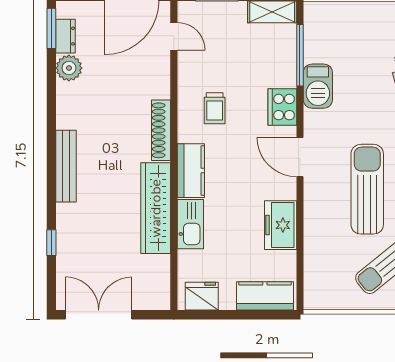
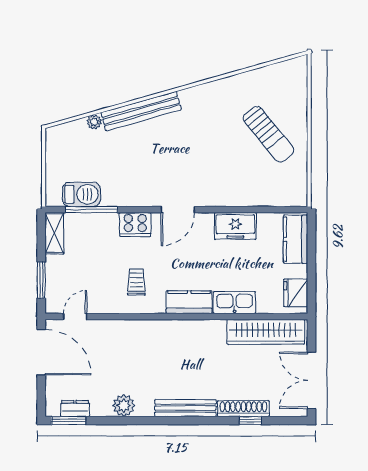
plant: (69, 68) -> (124, 406), moved
barbecue: (318, 86) -> (81, 194), moved
trolley: (215, 108) -> (136, 282), turned -90
shoe rack: (161, 130) -> (243, 409), moved, turned 180
sun lounger: (367, 189) -> (205, 152), removed
wardrobe: (156, 208) -> (266, 332), moved

